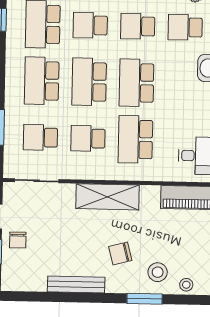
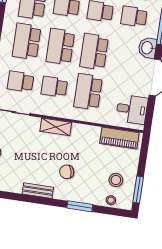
shelving: (108, 197) -> (56, 127), width x0.67, depth x0.75
stool: (158, 272) -> (116, 180), moved
bench: (76, 284) -> (38, 191), width x0.73

